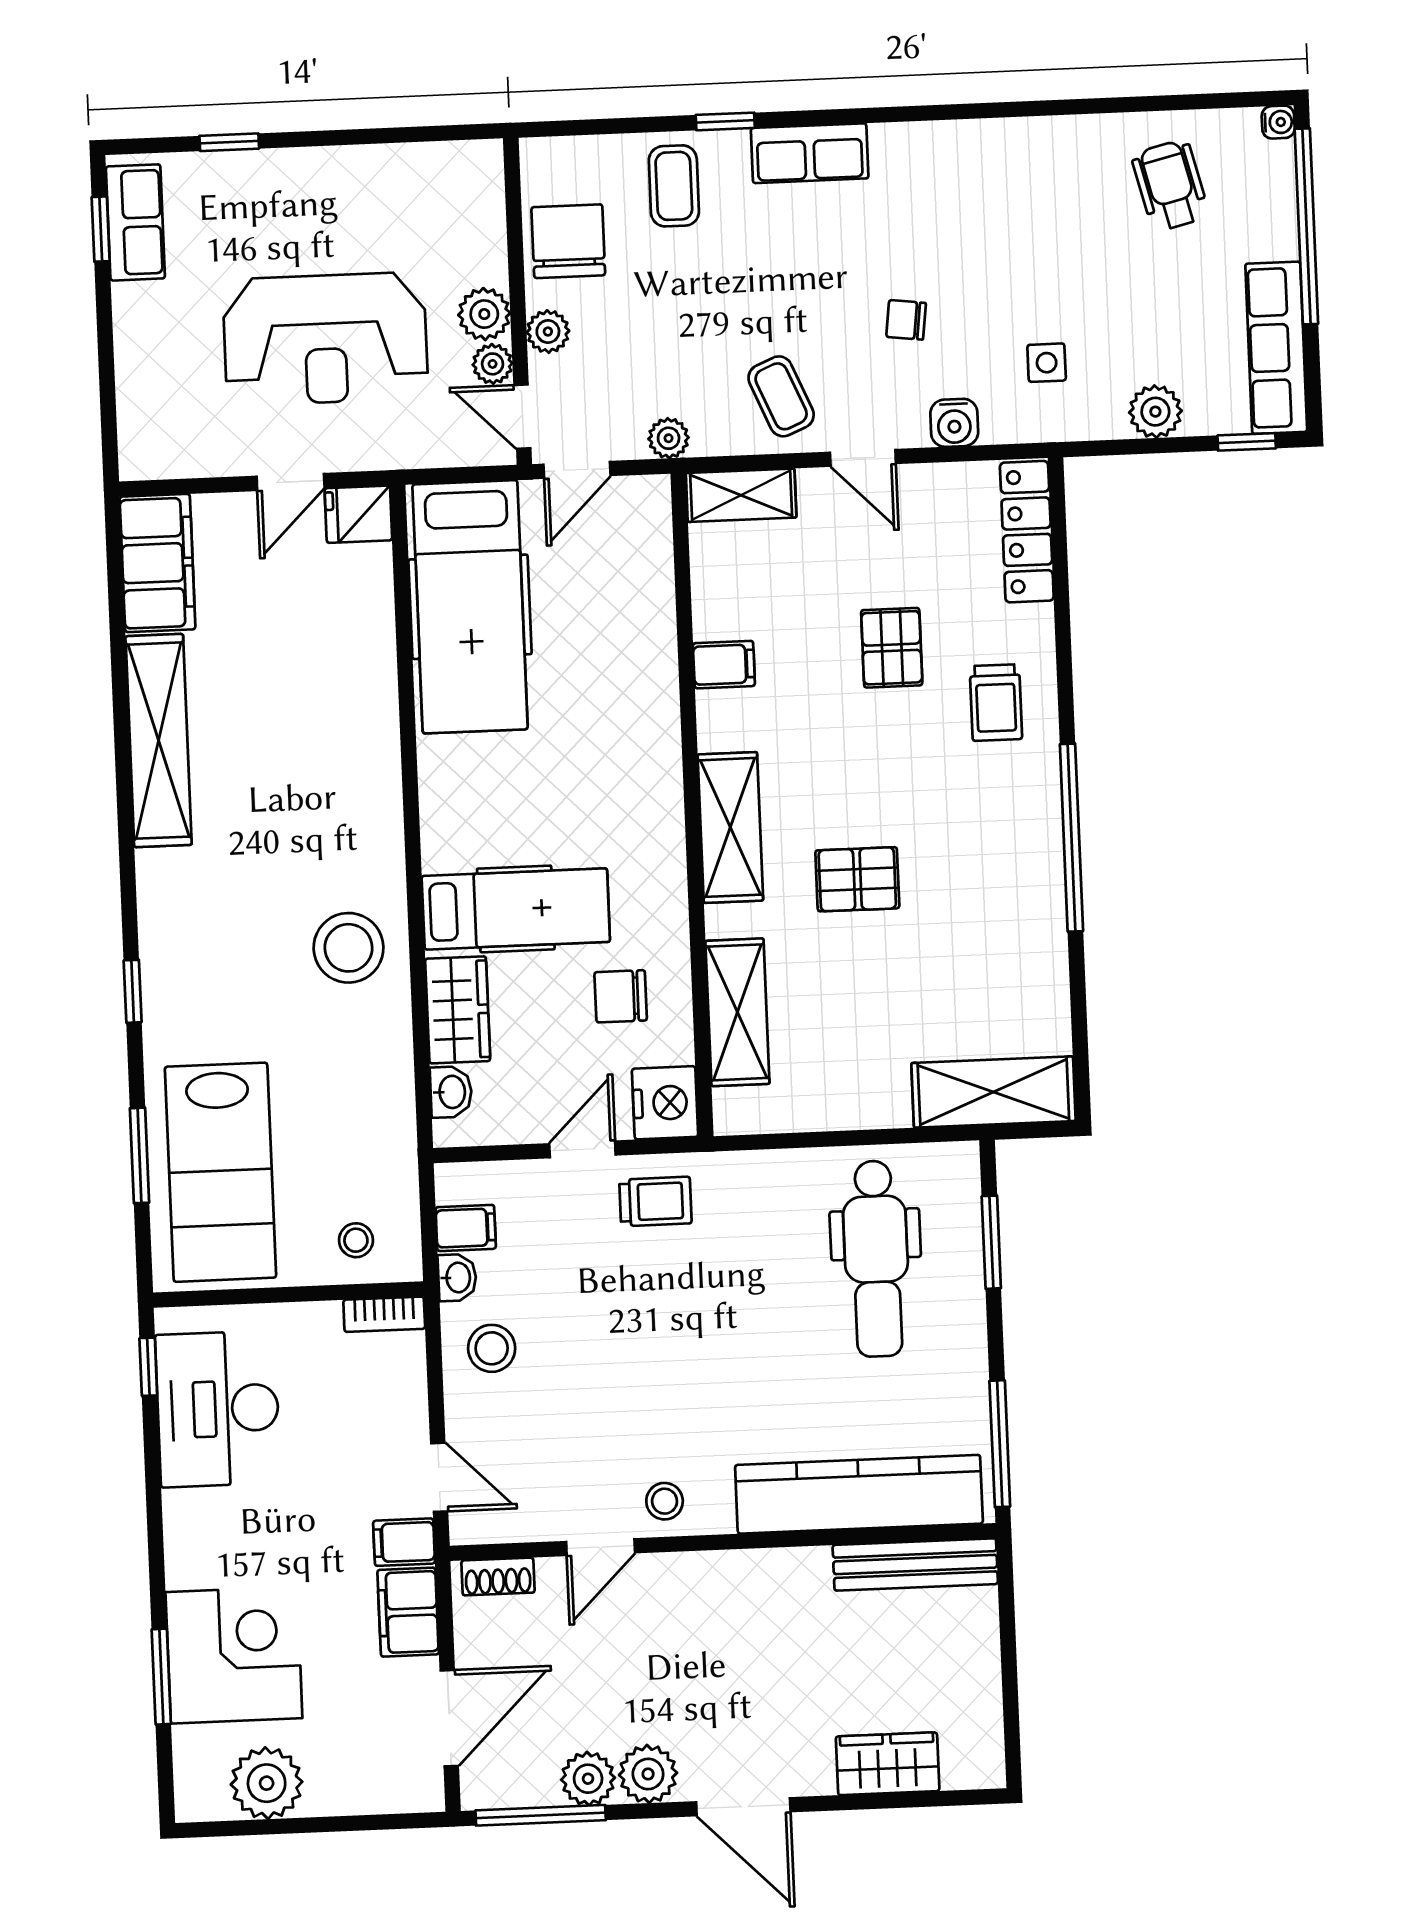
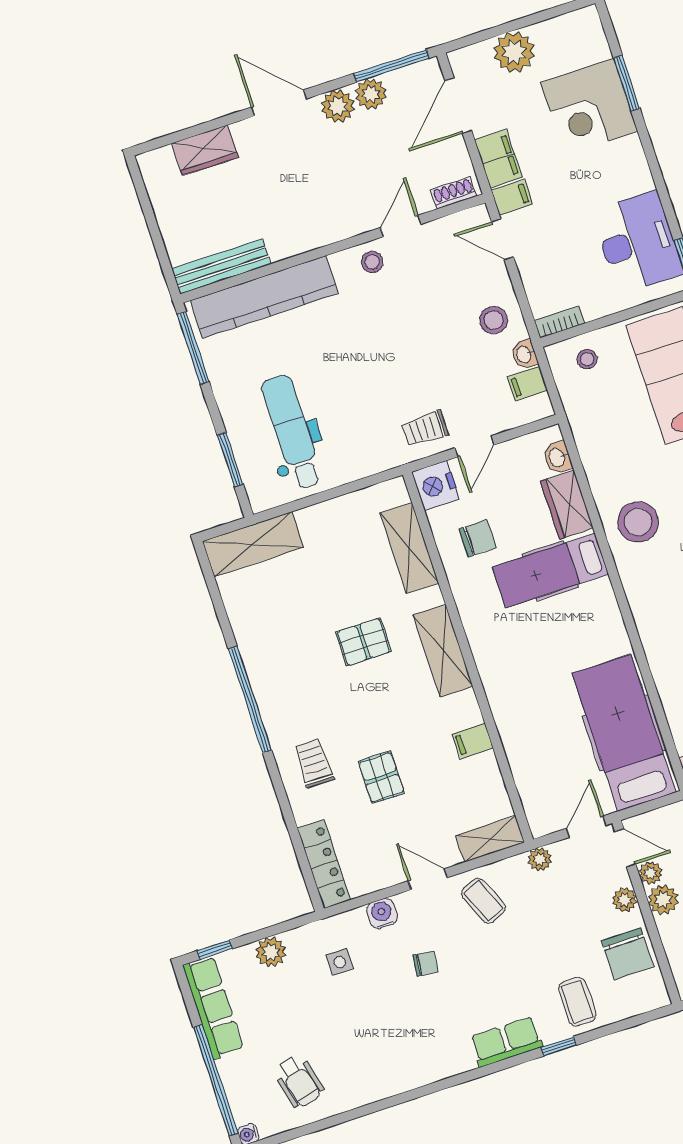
plant: (267, 1783) -> (514, 52), moved

